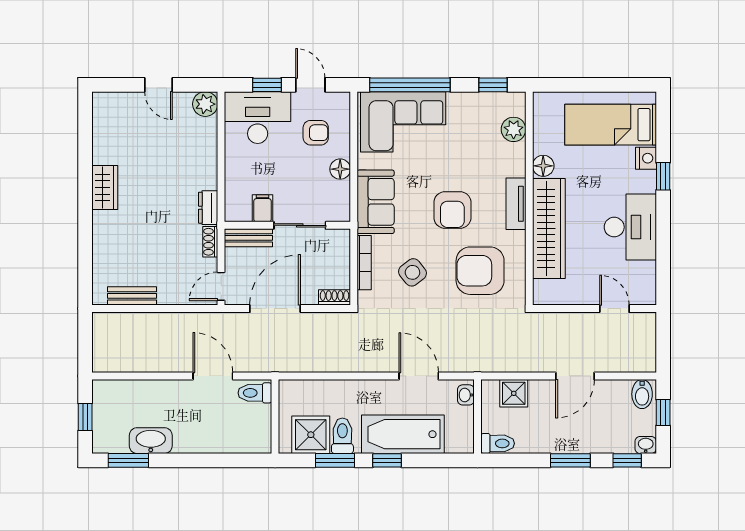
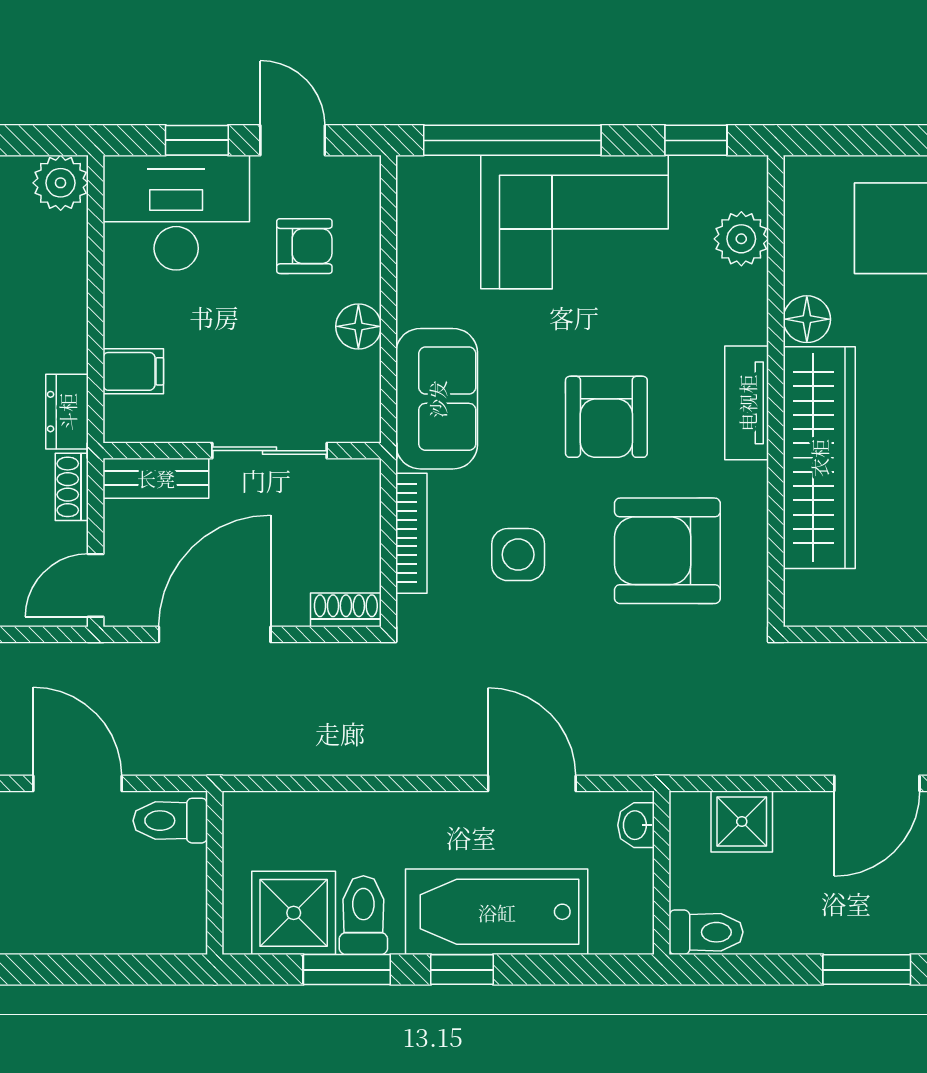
corner sofa: (403, 122) -> (574, 222), moved
filing cabinet: (263, 208) -> (133, 371), moved, turned 90
side table: (412, 272) -> (518, 555), turned 38

